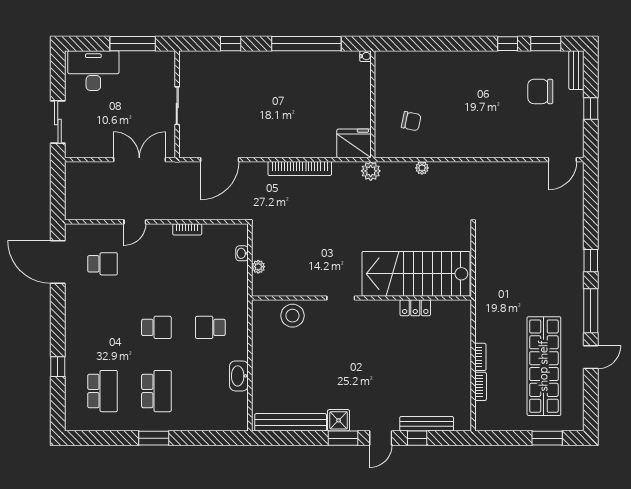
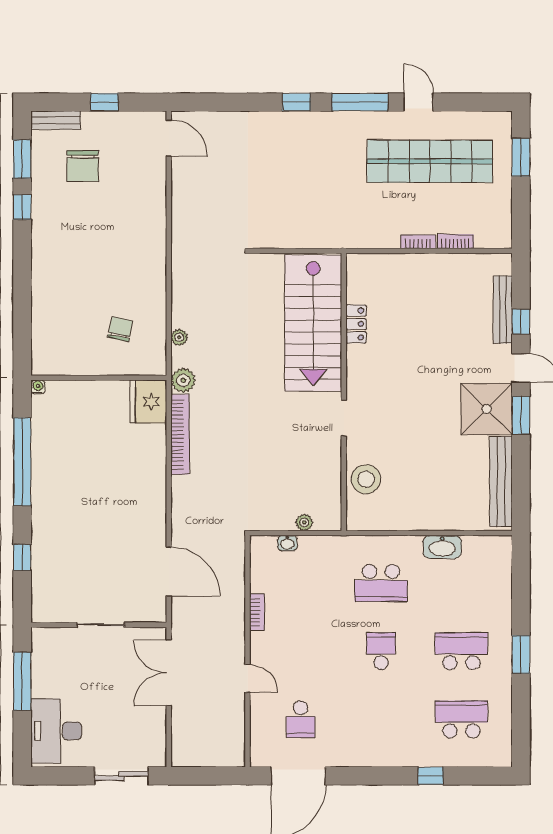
bookcase: (300, 168) -> (180, 434), moved
plant: (422, 168) -> (179, 337), moved
school desk: (103, 264) -> (301, 719), turned 180
school desk: (210, 327) -> (381, 583), width x1.85
shower: (339, 420) -> (487, 409), width x1.86, depth x1.86

